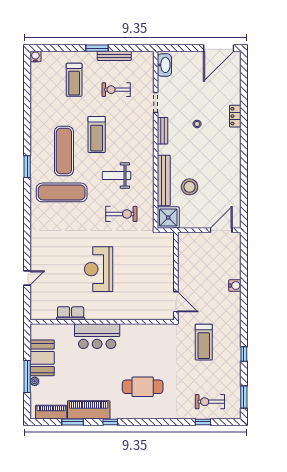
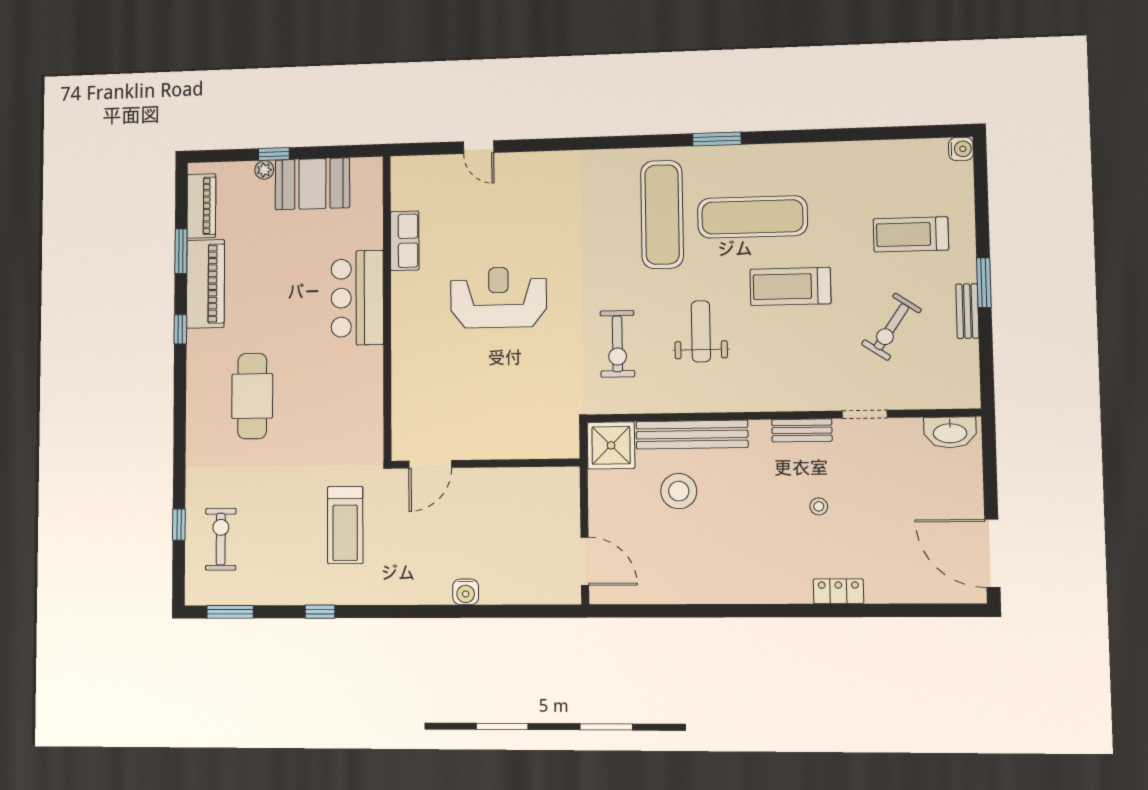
bench: (114, 56) -> (967, 311), width x0.73
exercise bike: (116, 90) -> (891, 327), turned -146
treadmill: (204, 342) -> (345, 525), turned -90
window: (27, 377) -> (274, 154), width x0.46

